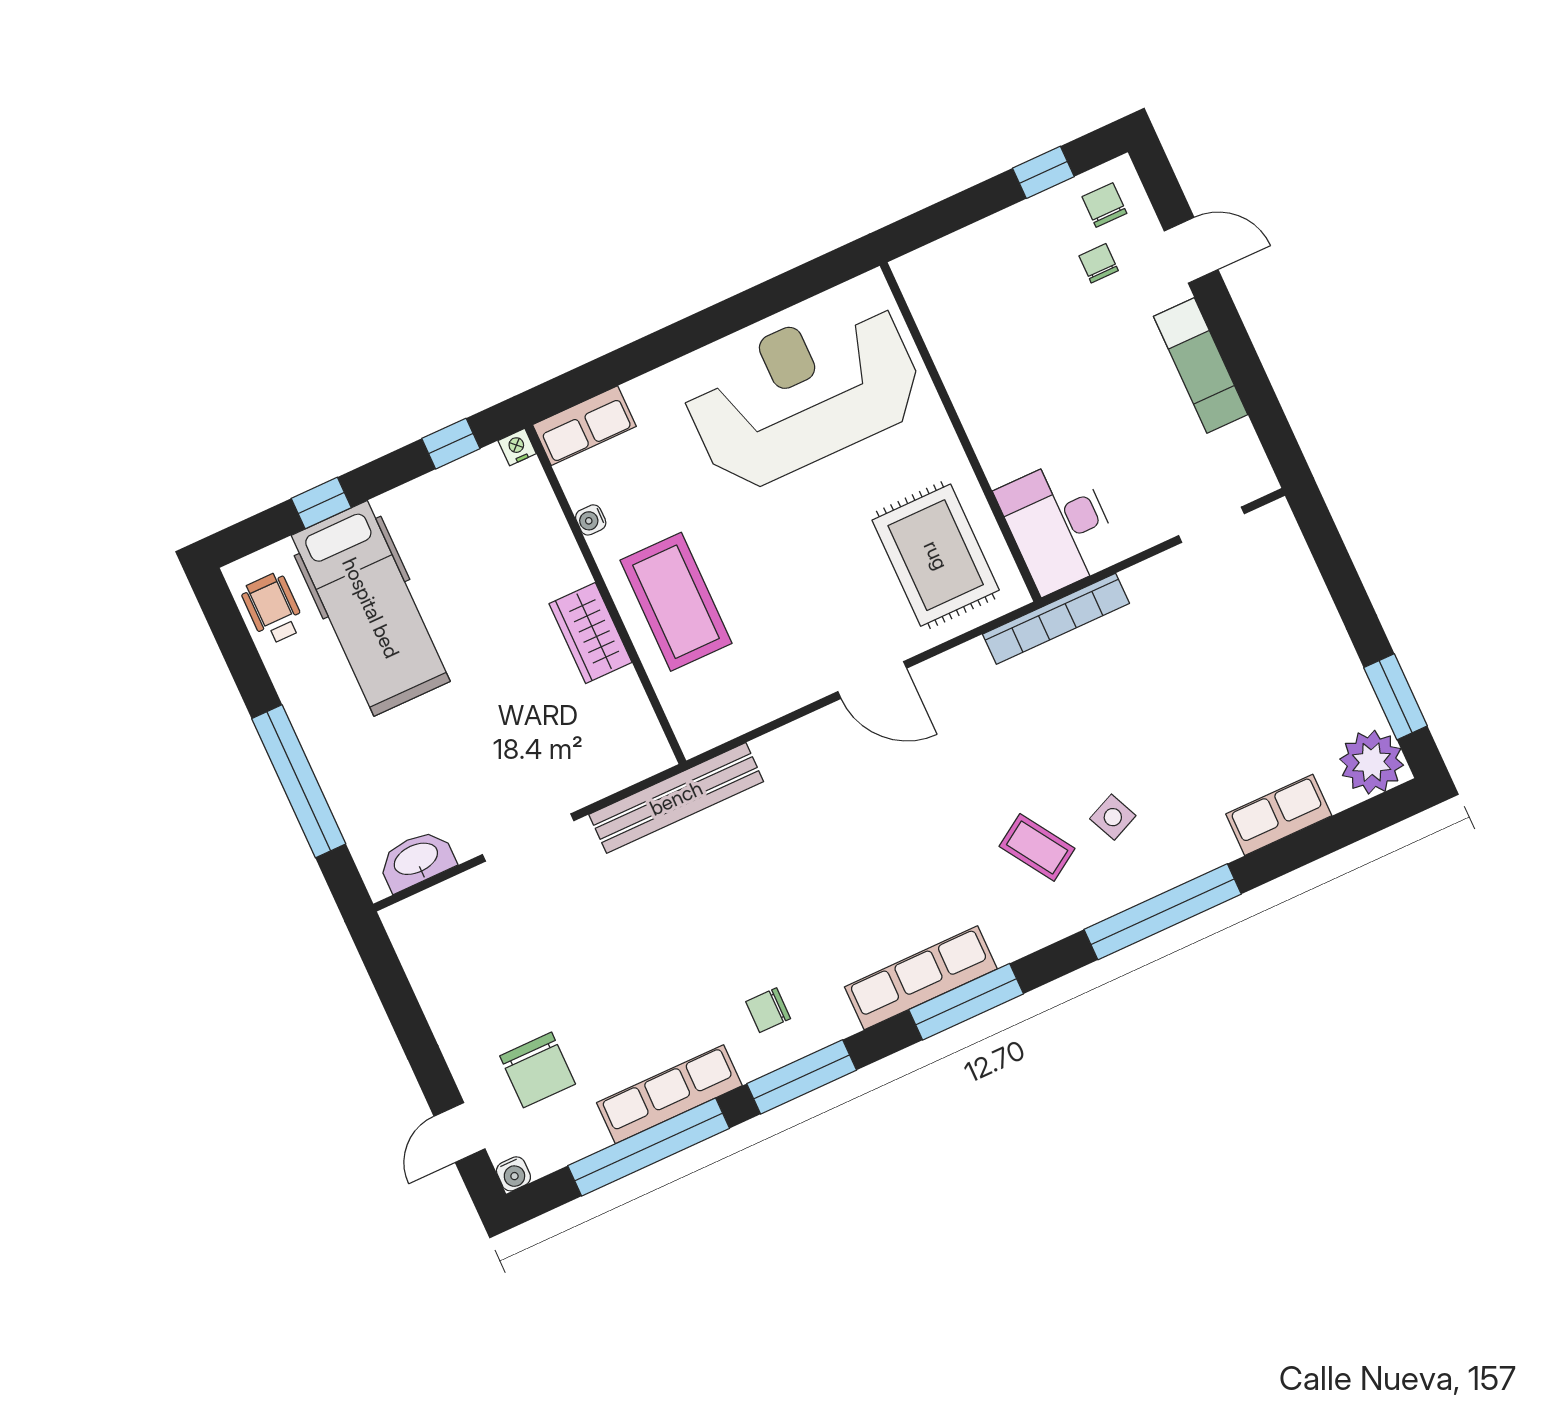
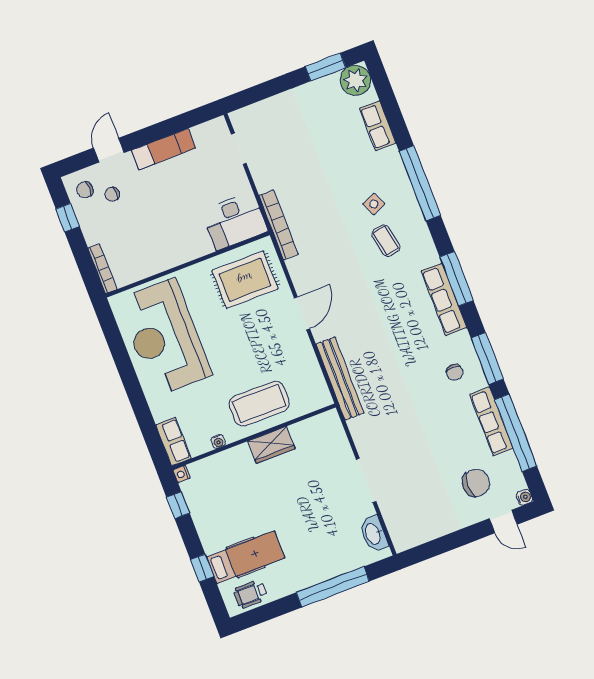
bookcase: (940, 253) -> (103, 269), added
hospital bed: (371, 608) -> (246, 557), width x0.73, depth x0.78
bench: (676, 798) -> (340, 379), moved
coffee table: (1037, 847) -> (386, 241), turned -68

